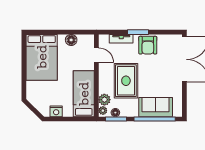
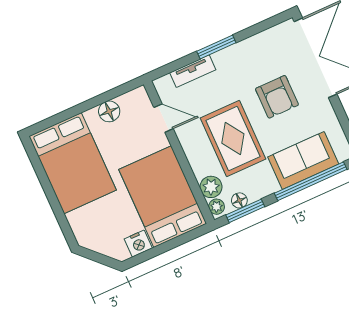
armchair: (148, 45) -> (277, 97), moved
bed: (84, 94) -> (163, 197), width x1.50

